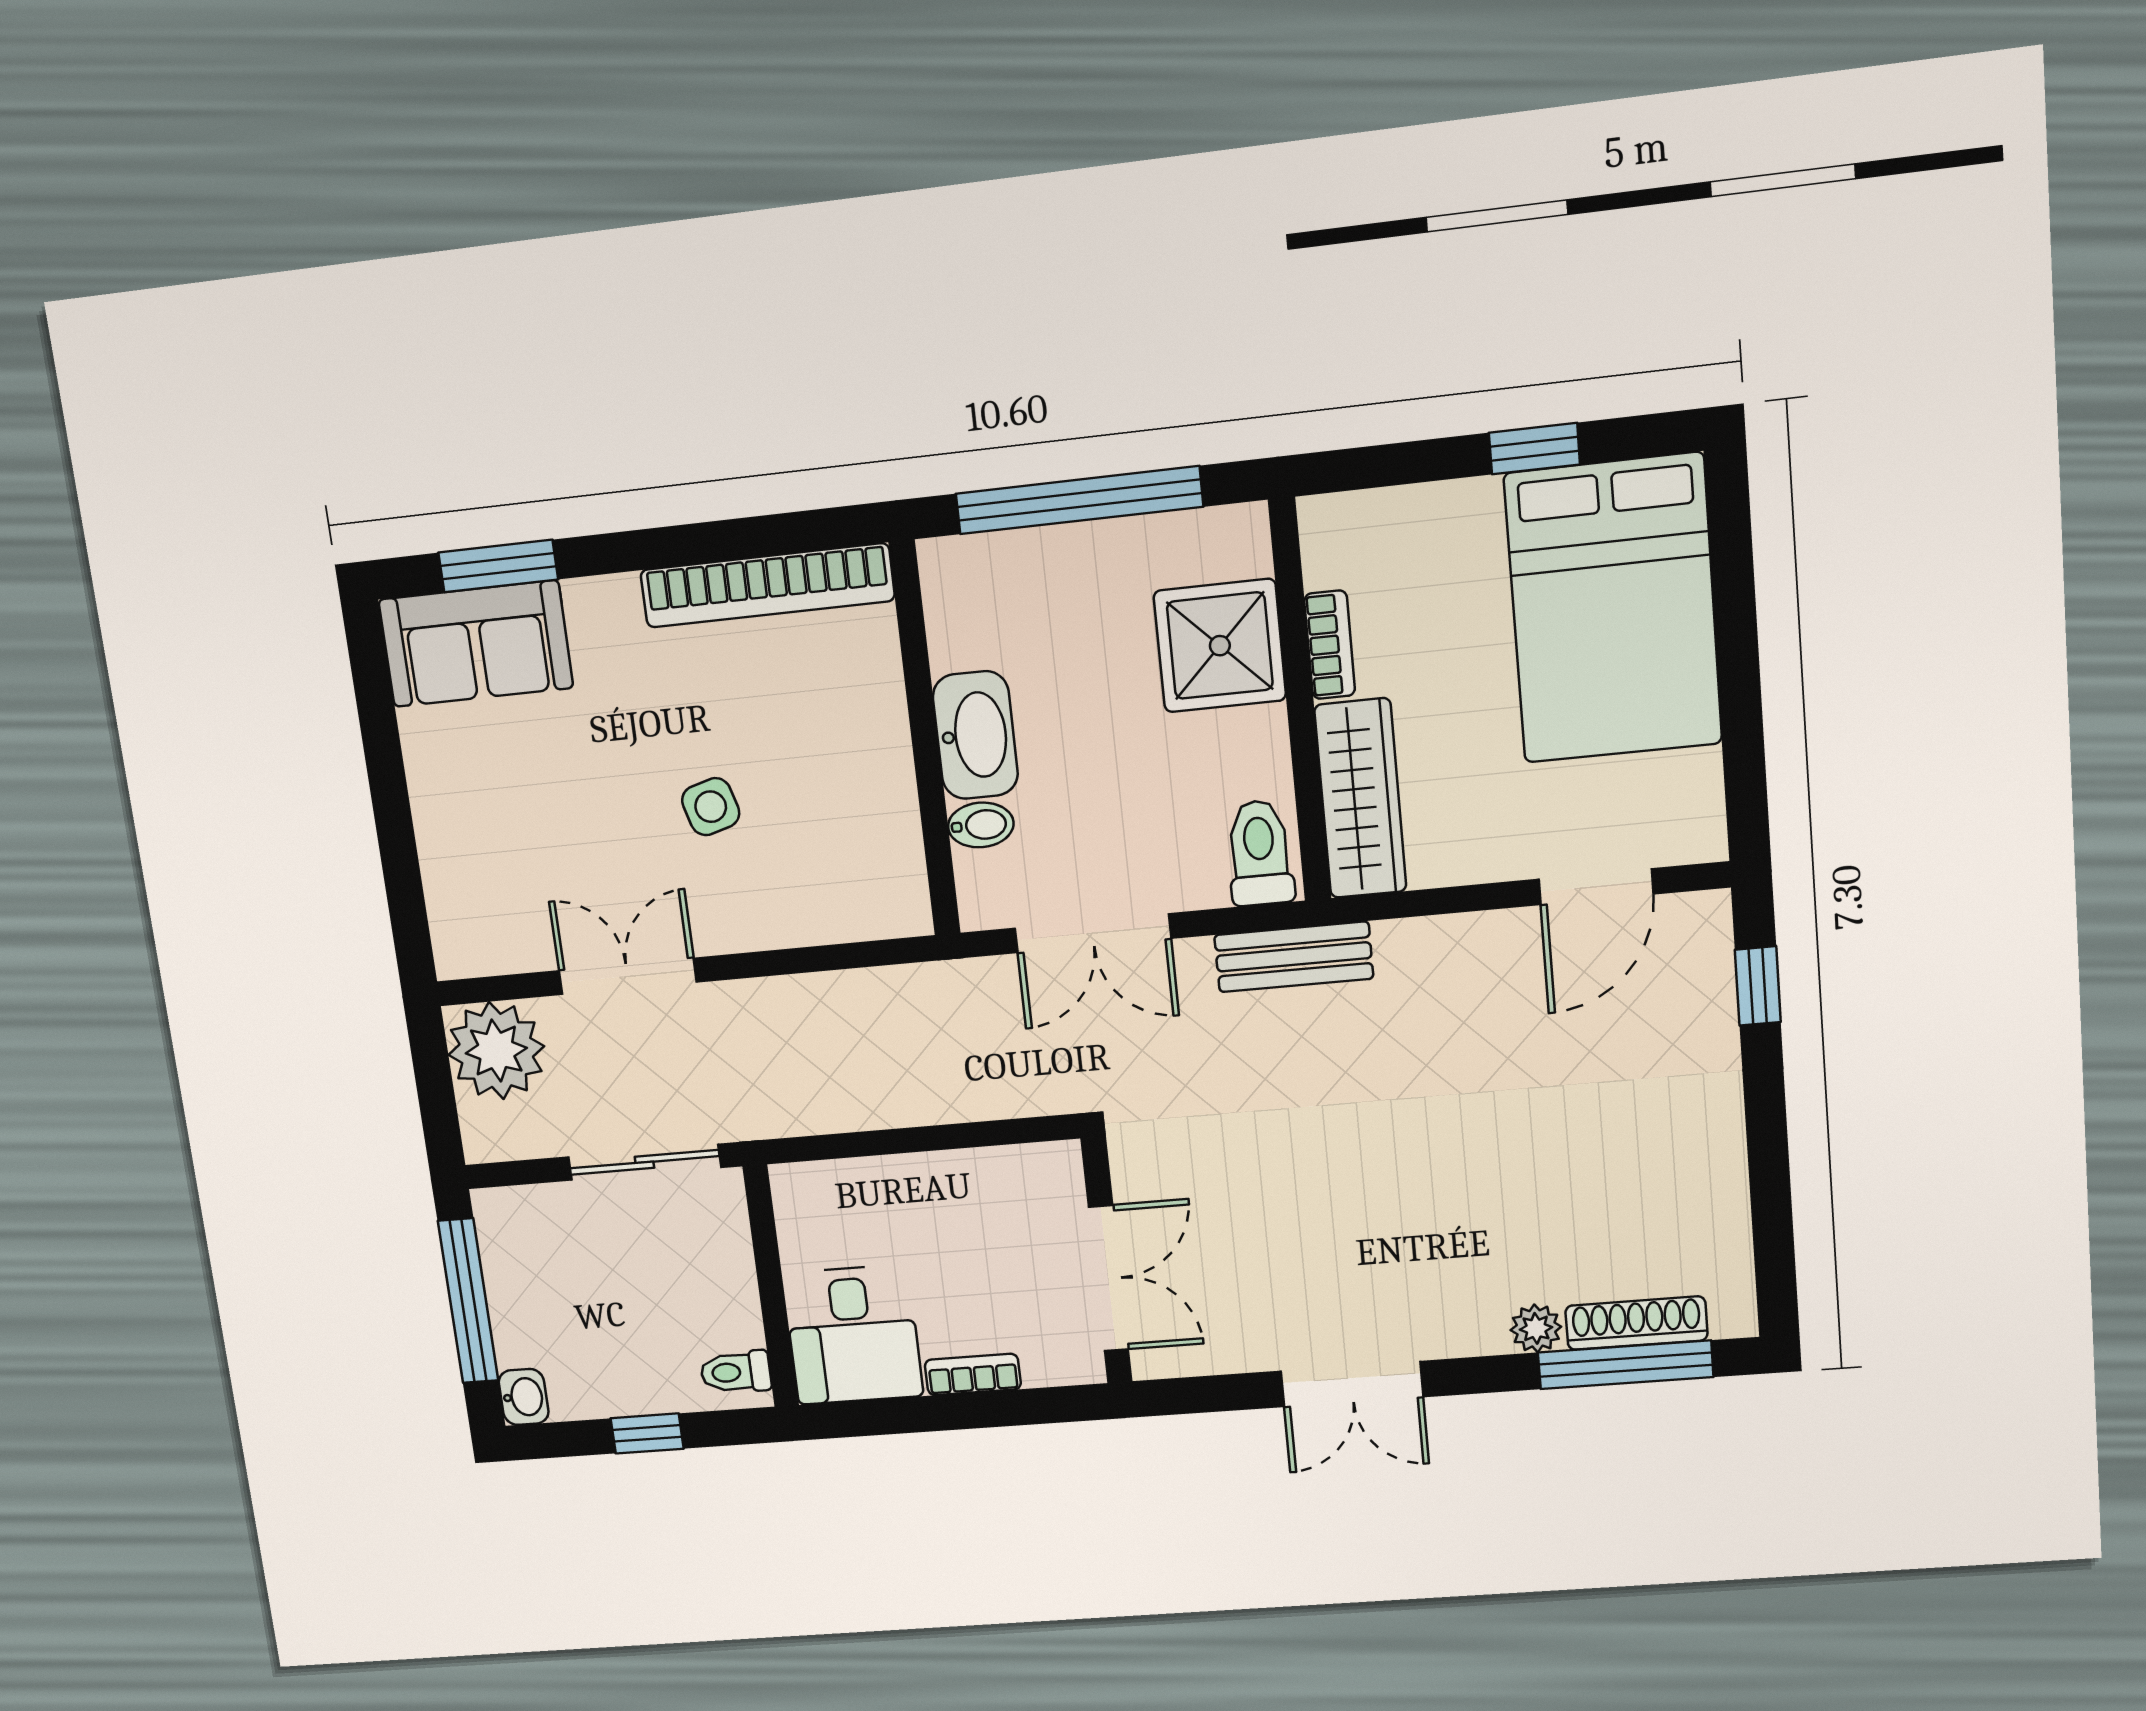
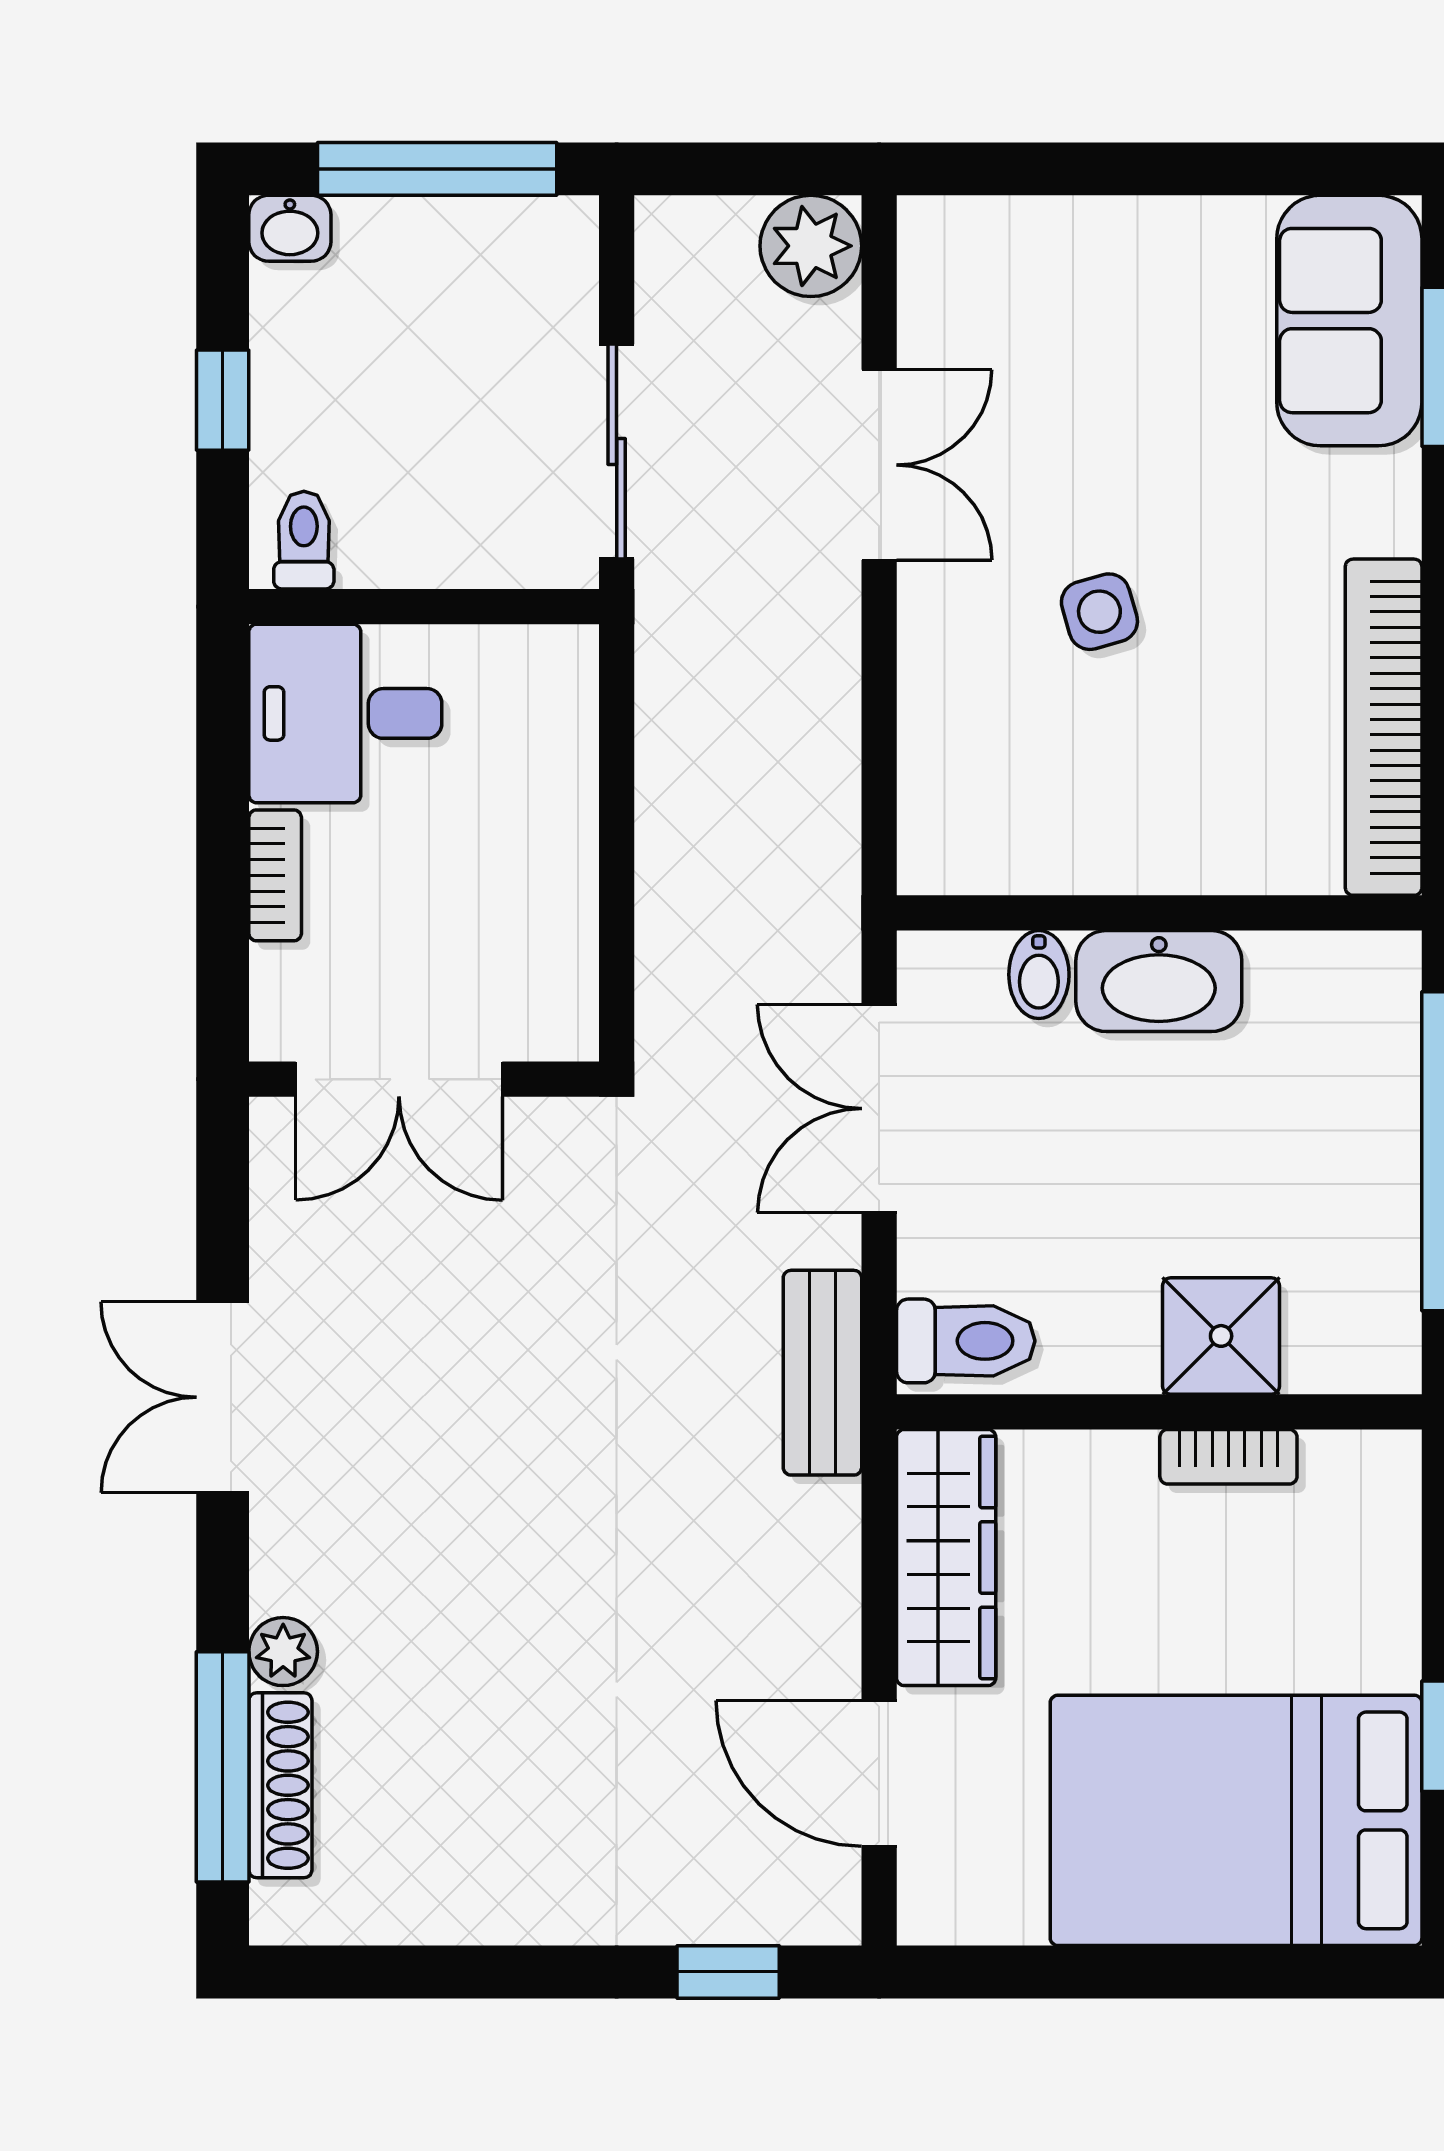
shower: (1220, 646) -> (1221, 1336), width x0.73, depth x0.73
wardrobe: (1360, 798) -> (946, 1558), moved, turned -90
plant: (496, 1051) -> (811, 246), width x0.73, depth x0.73

